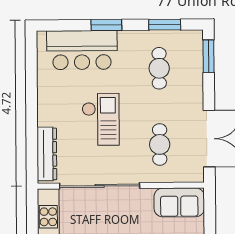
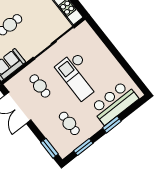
checkout: (101, 119) -> (79, 76), width x1.36, depth x1.21
dresser: (47, 154) -> (92, 38), removed

